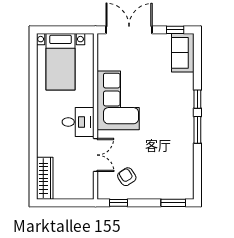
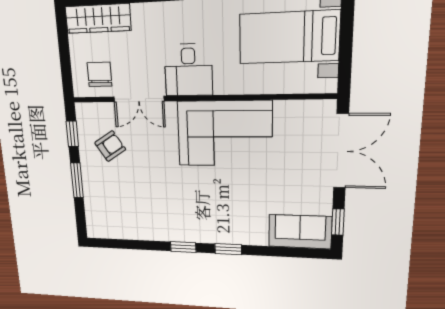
window: (197, 130) -> (183, 247), width x0.67
chair: (79, 180) -> (100, 74), added
window: (173, 203) -> (77, 180), moved

